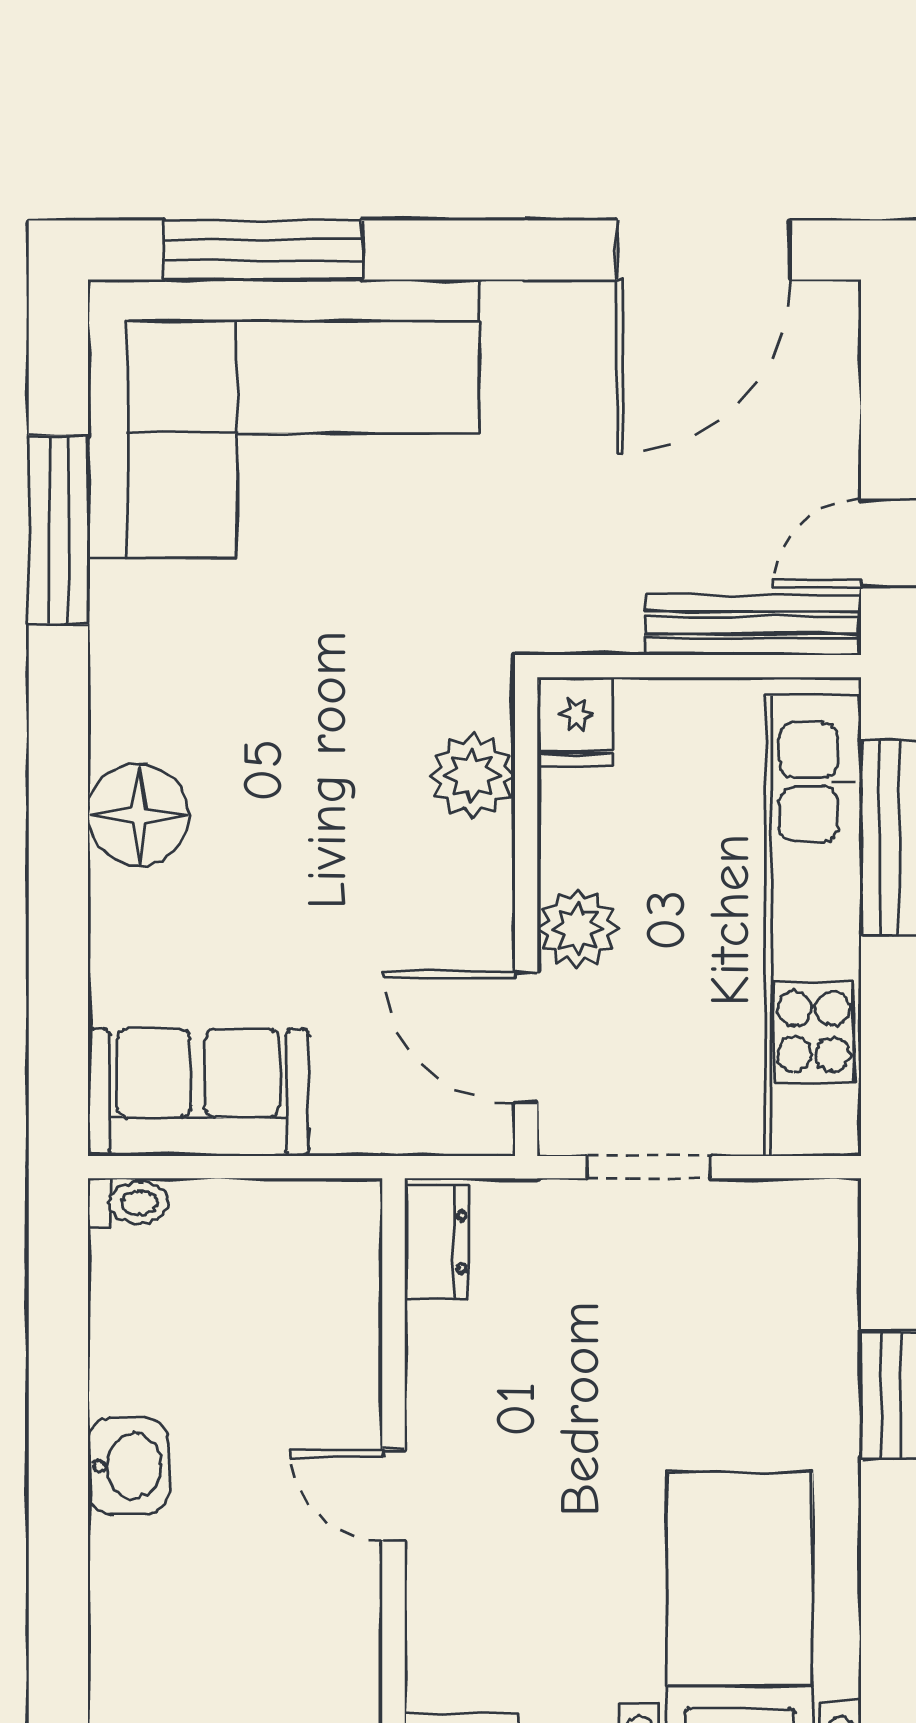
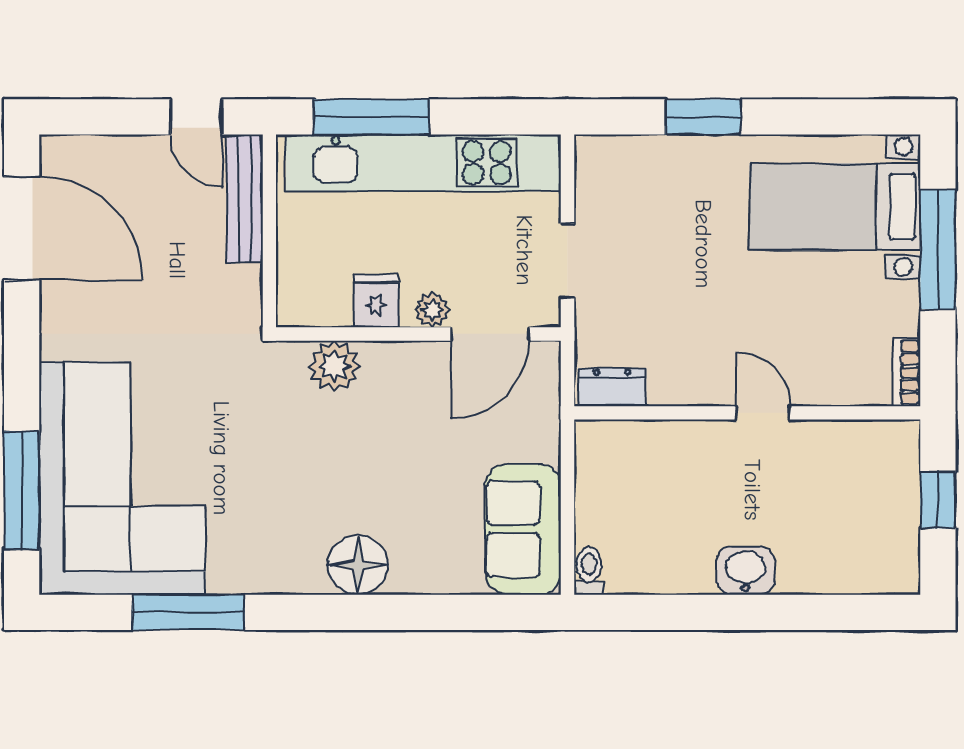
fridge: (576, 722) -> (376, 301), moved, turned -90
plant: (577, 928) -> (432, 310), width x0.73, depth x0.73
door: (394, 1495) -> (763, 413), swing flipped

